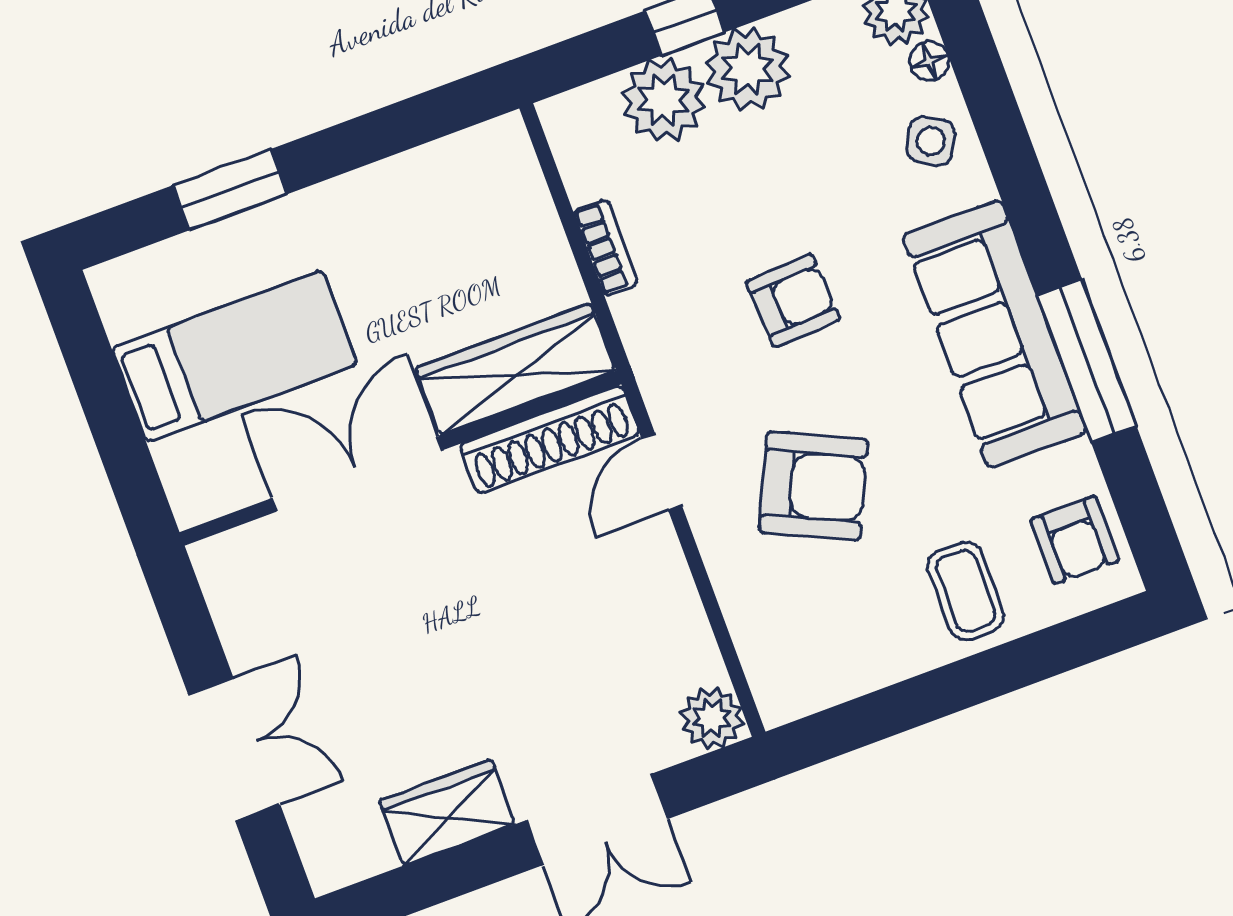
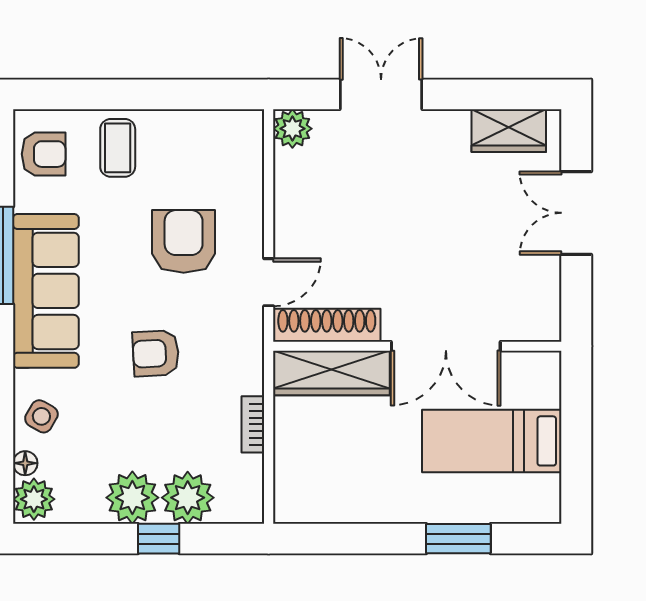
armchair: (814, 486) -> (184, 241), turned 65
armchair: (1075, 540) -> (44, 154), turned 90
wardrobe: (447, 812) -> (509, 131), moved

